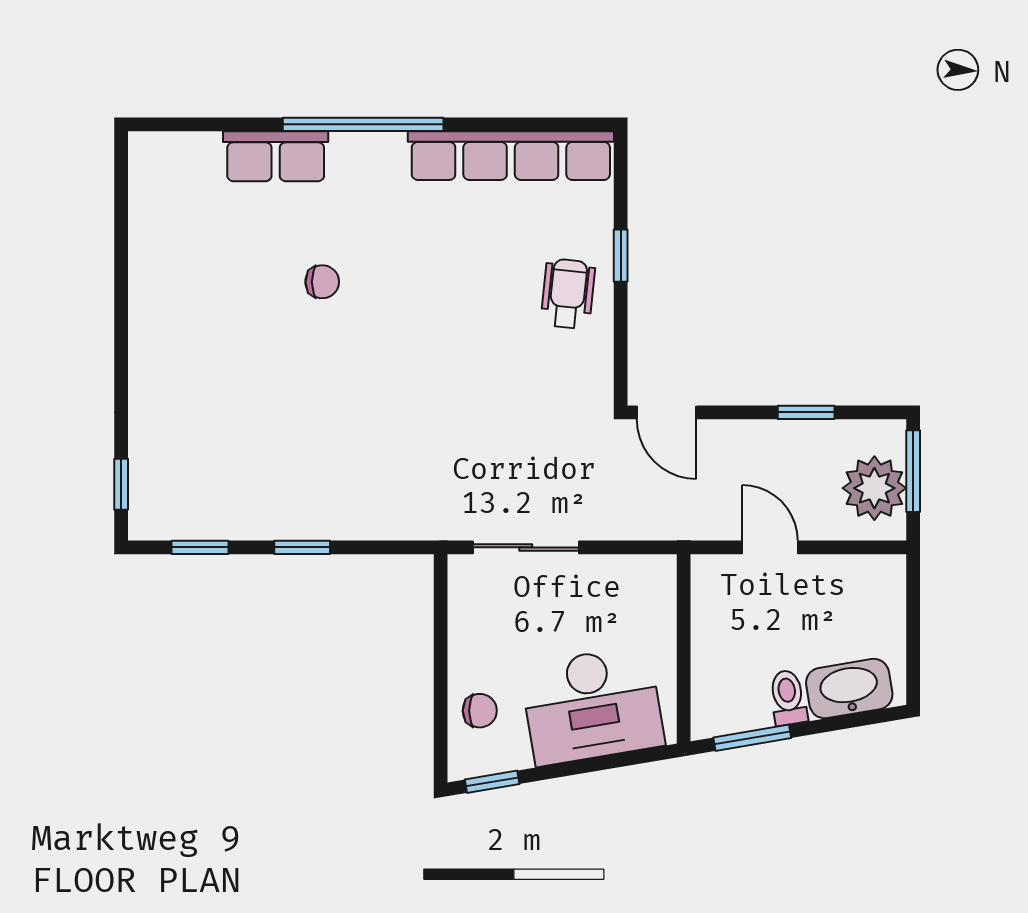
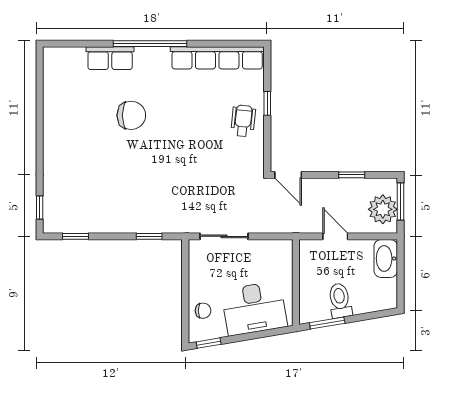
chair: (322, 282) -> (131, 115), width x1.87, depth x1.87
window: (302, 547) -> (149, 236), moved
washbasin: (849, 689) -> (386, 258), moved, turned -80
toilet: (788, 698) -> (340, 301), width x1.37, depth x1.39

